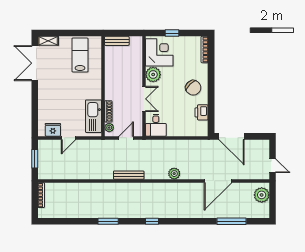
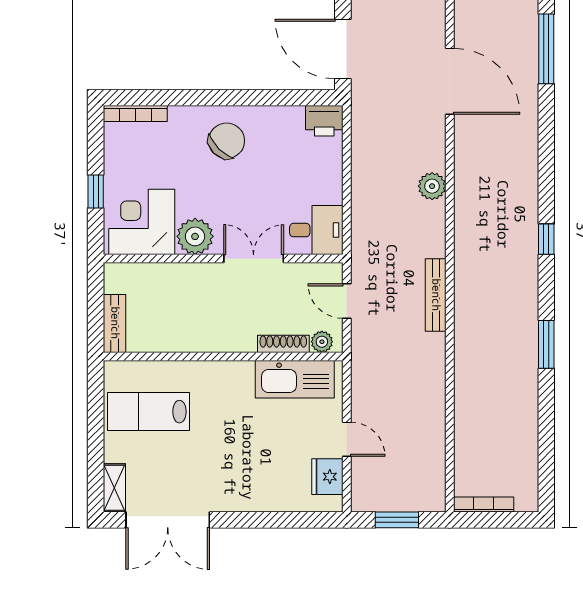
printer: (202, 112) -> (324, 121), moved
door: (231, 136) -> (343, 49), swing flipped

